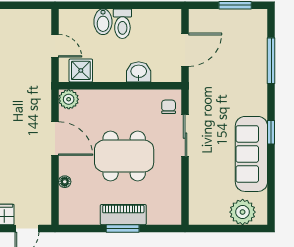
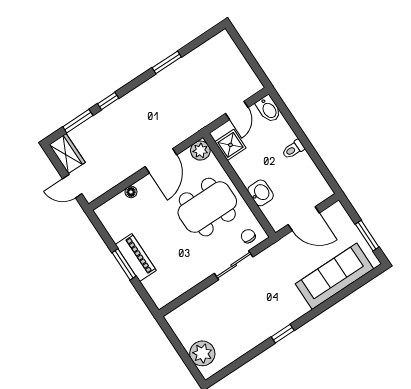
bidet: (103, 22) -> (269, 109), moved, turned -90
toilet: (122, 24) -> (293, 149), width x0.73, depth x0.72
window: (271, 61) -> (341, 295), removed
chair: (169, 107) -> (248, 236), turned -90
sofa: (251, 154) -> (335, 276), moved
dining table: (124, 156) -> (207, 207), moved, turned 90

